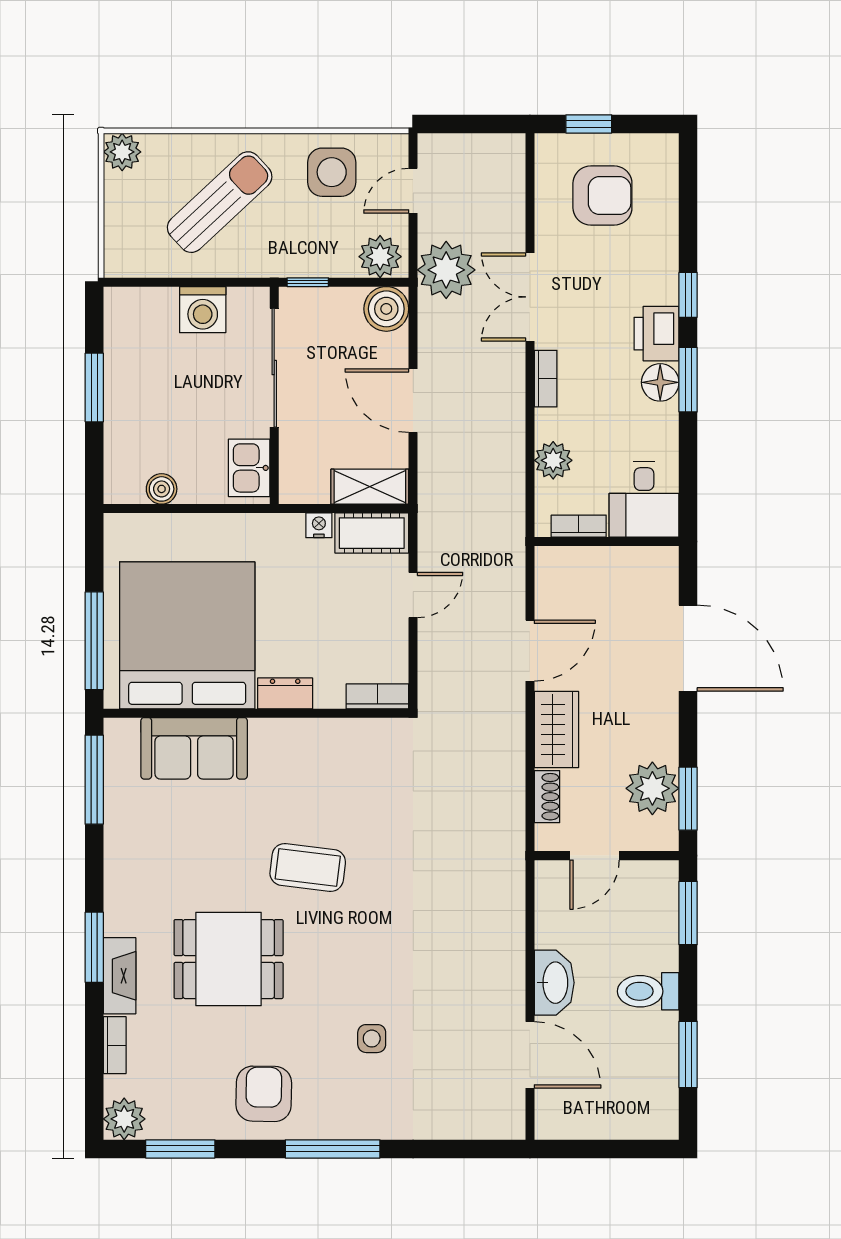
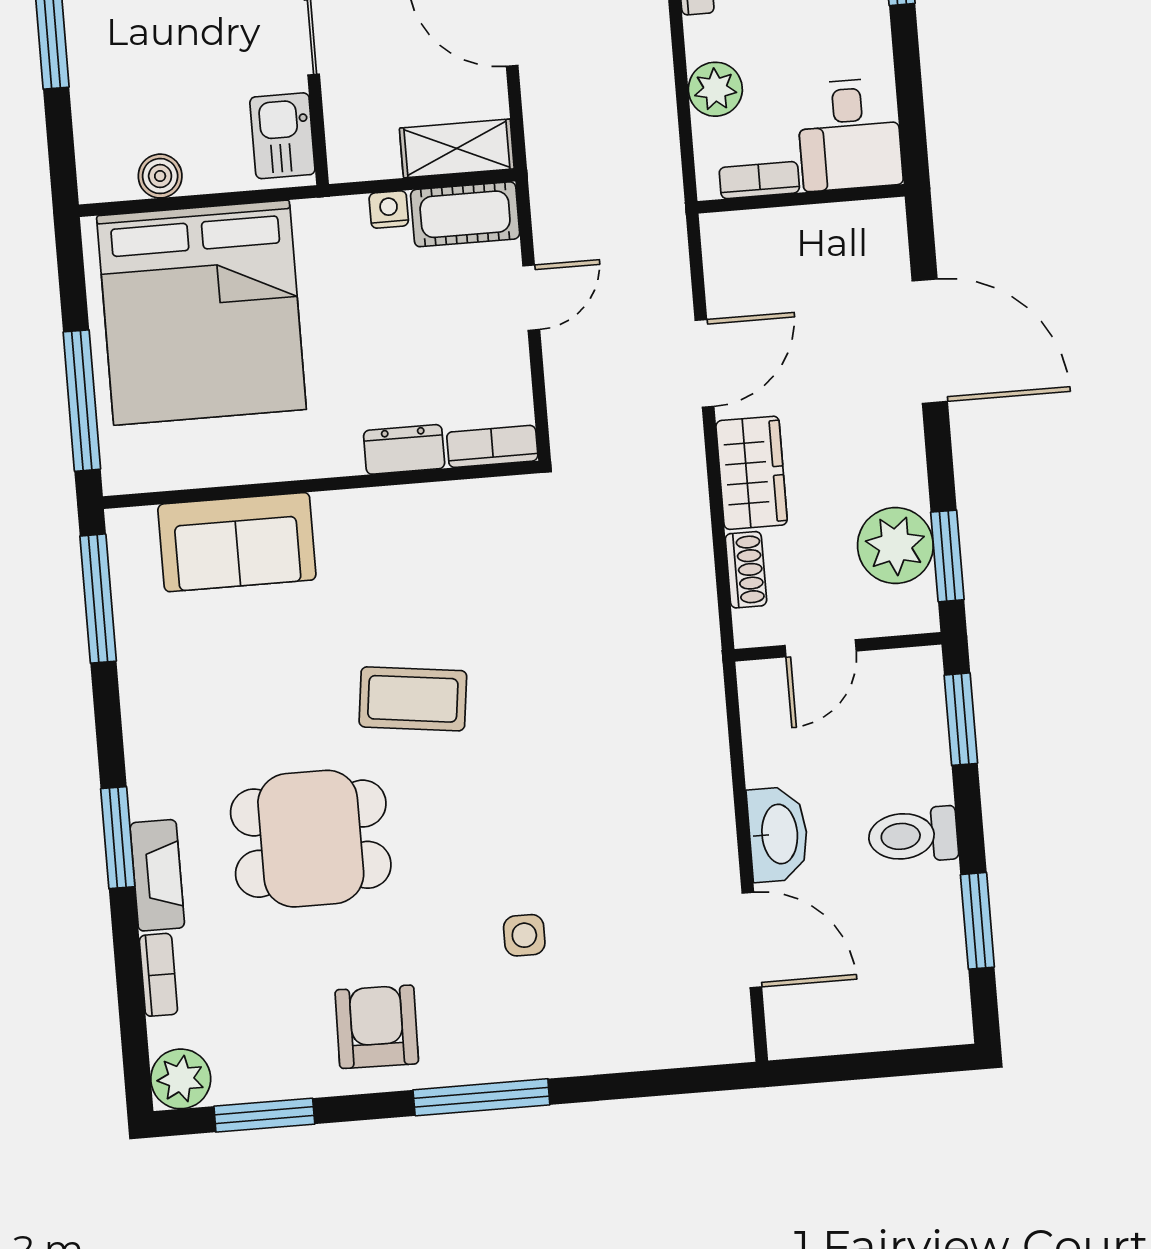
bed: (187, 635) -> (201, 313), moved, turned 180
dresser: (285, 693) -> (404, 449), moved

